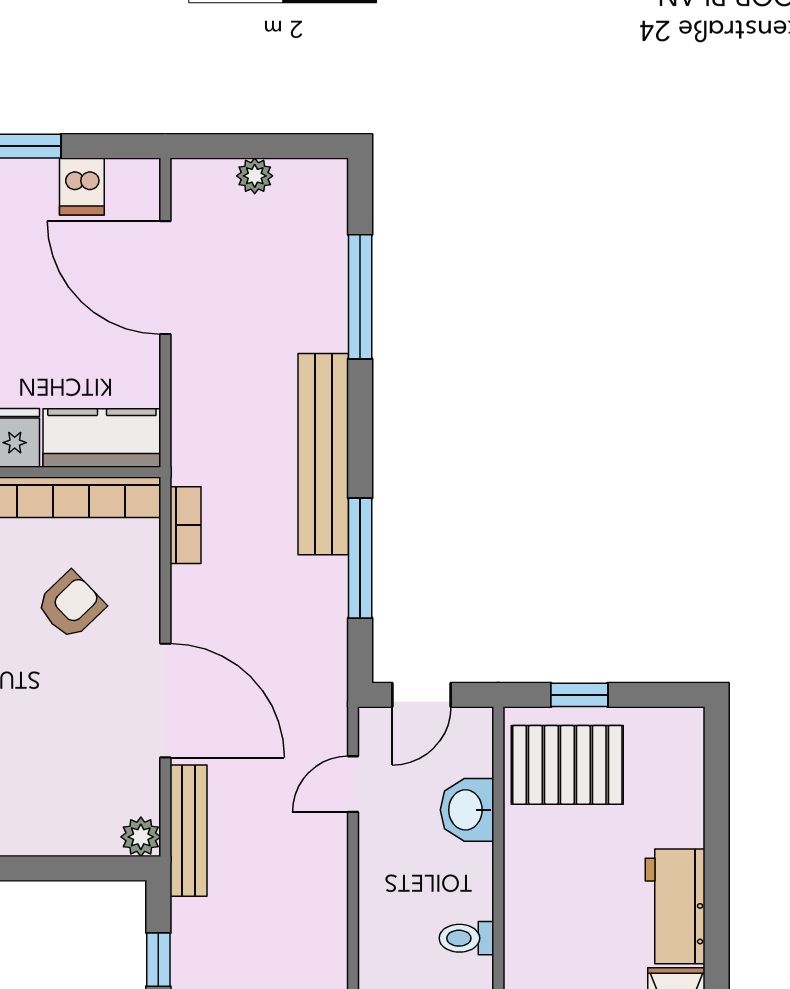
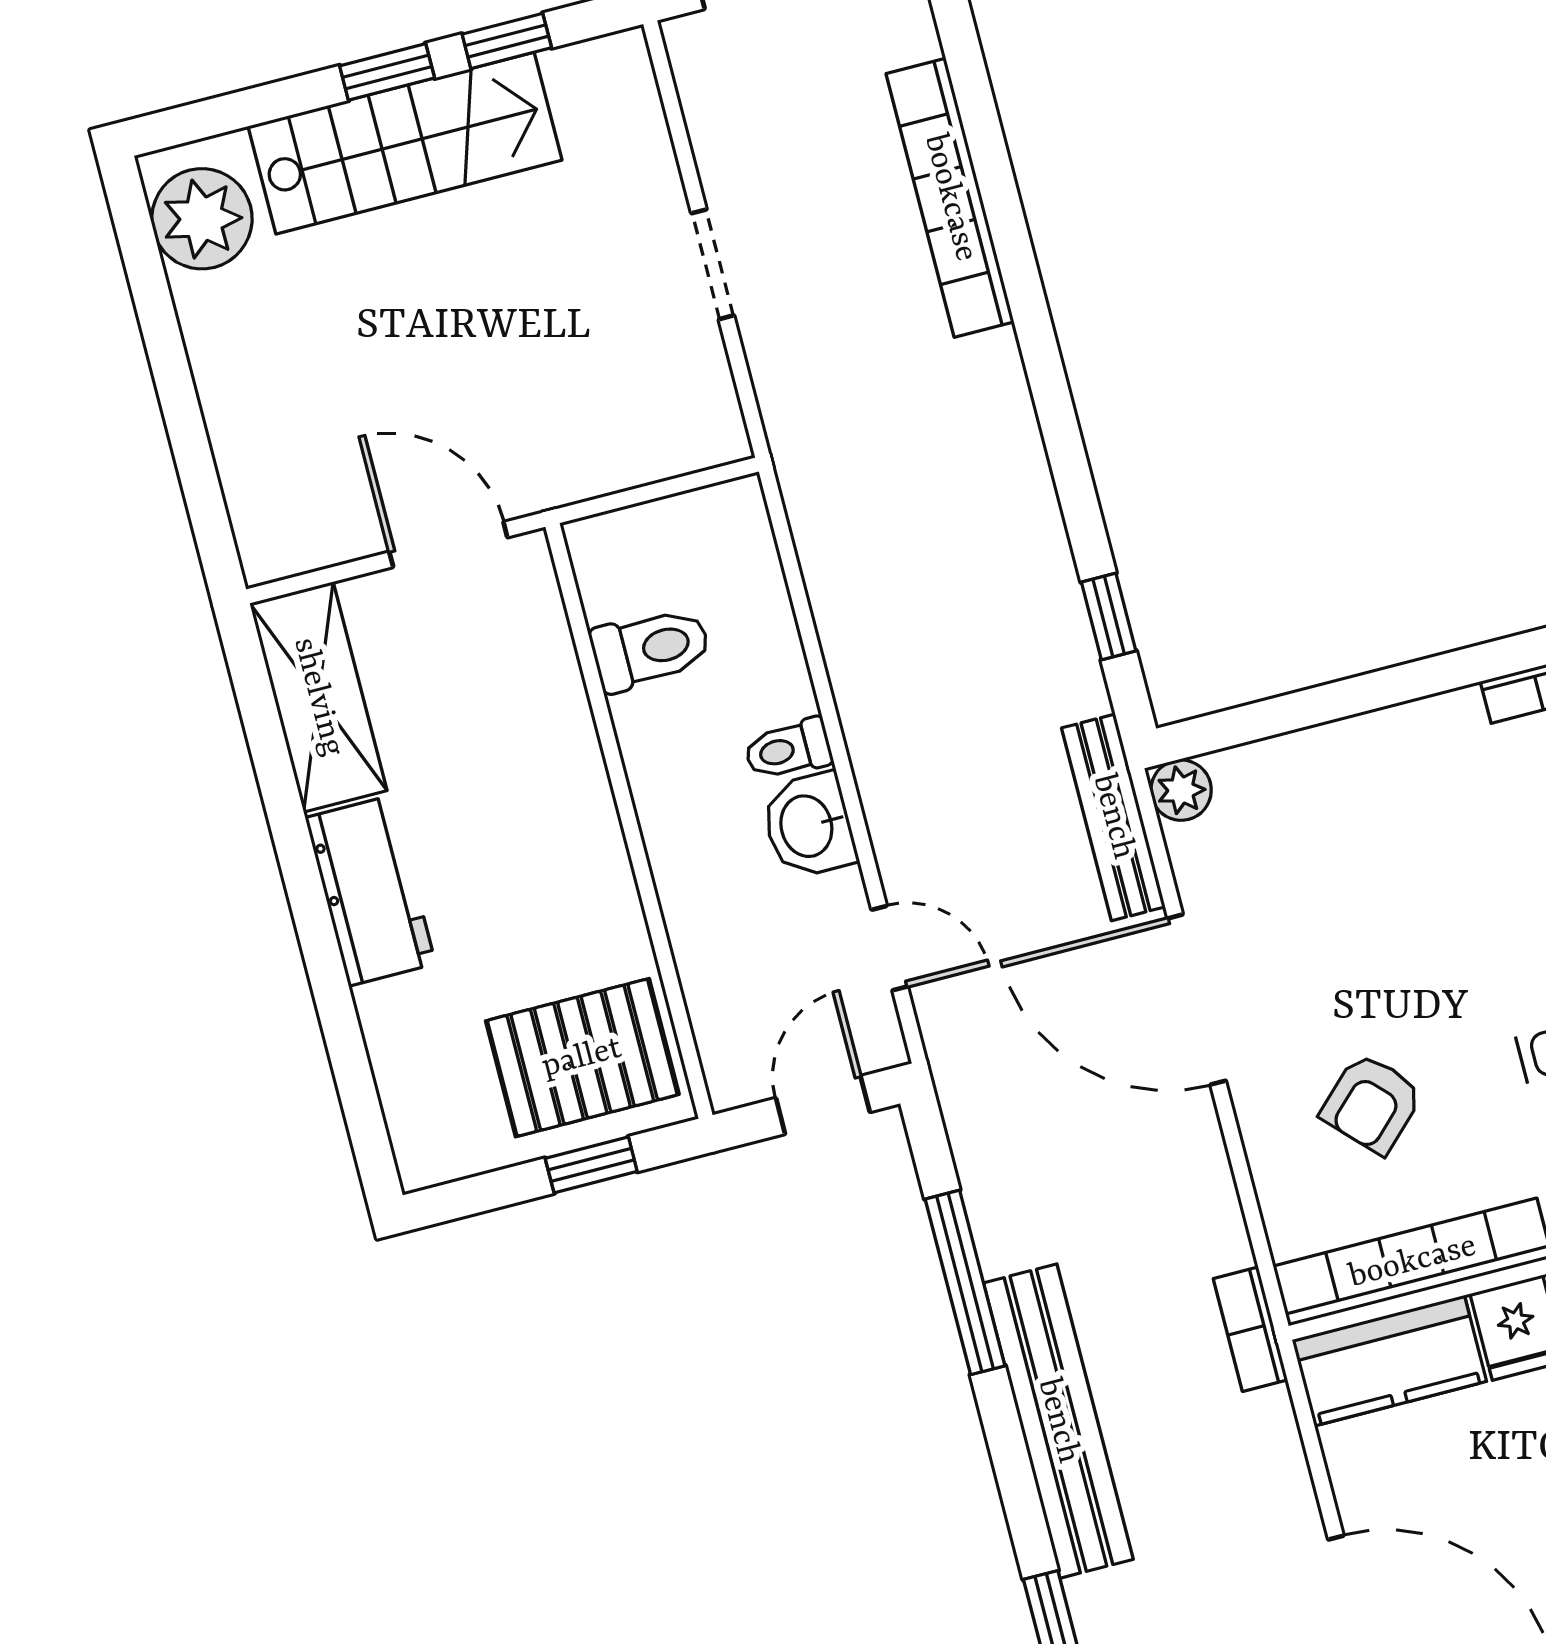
bookcase: (185, 525) -> (1250, 1329), moved
door: (353, 784) -> (890, 948), hinge flipped
washbasin: (467, 810) -> (809, 826), moved, turned 180
toilet: (466, 938) -> (788, 749), moved, turned 180

